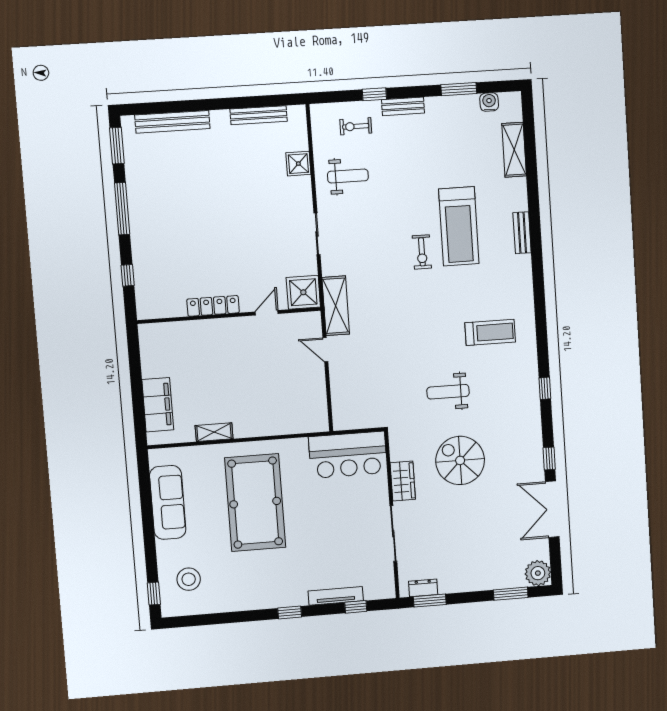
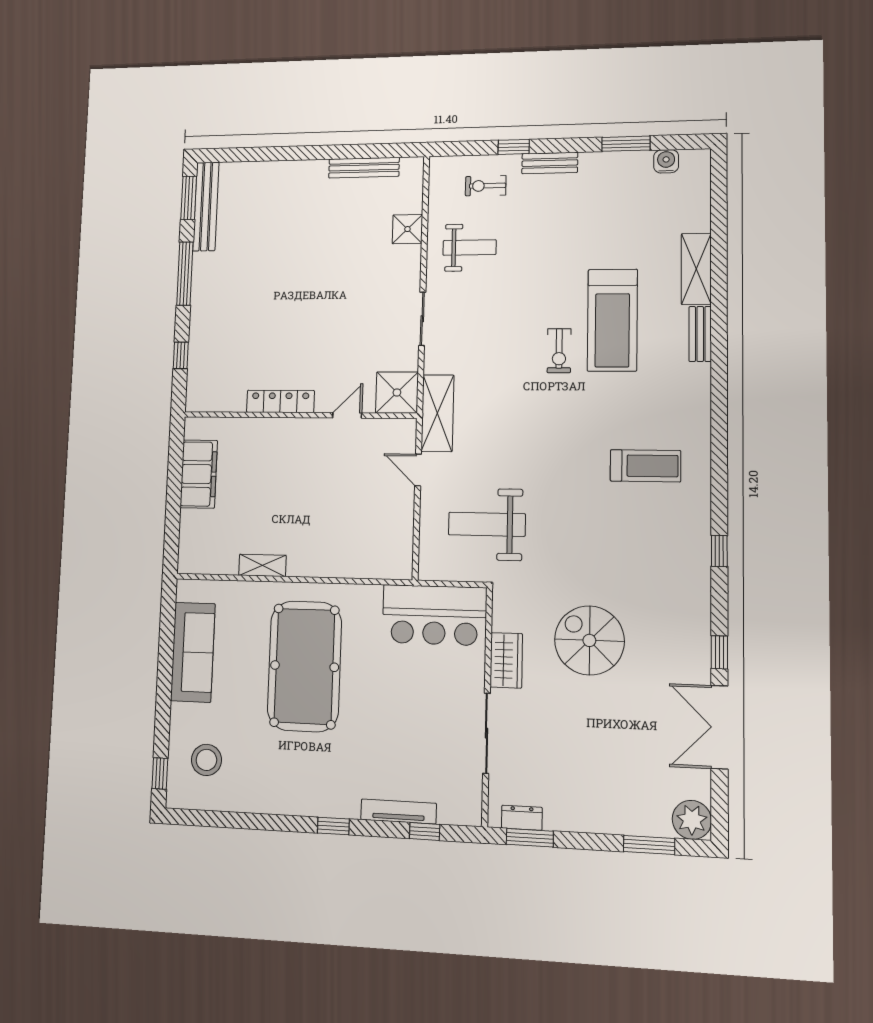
bench: (172, 122) -> (206, 206), moved, turned 90
shelving: (514, 150) -> (696, 269), moved
weight bench: (448, 392) -> (487, 524), moved, width x1.36, depth x1.33
filing cabinet: (158, 405) -> (199, 474), moved

